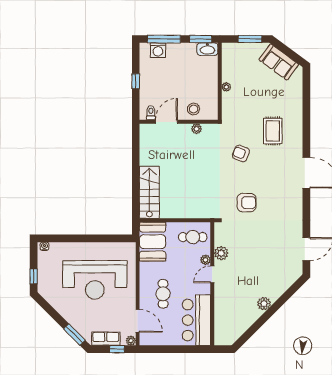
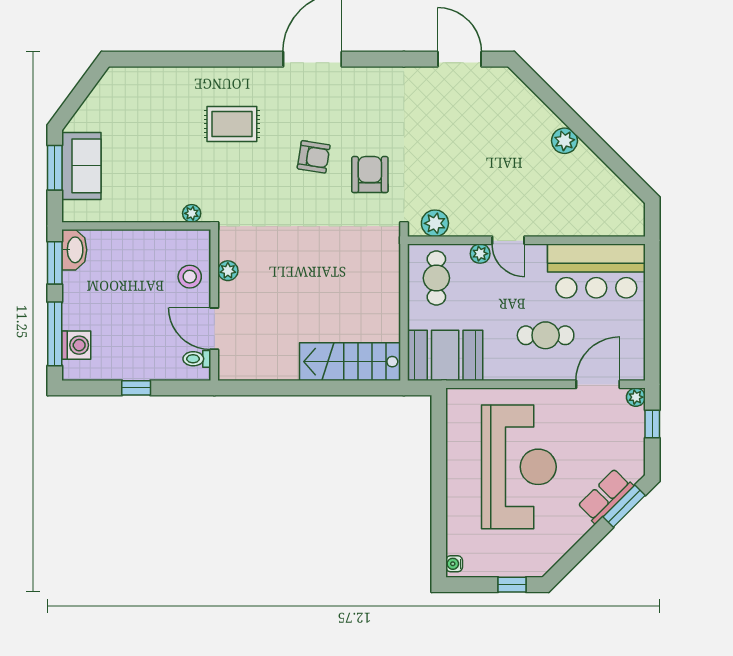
sofa: (279, 62) -> (81, 166), moved, turned -36
plant: (226, 87) -> (192, 213), moved
armchair: (241, 153) -> (314, 157), moved, turned -103
plant: (221, 253) -> (435, 223), moved
row of seats: (106, 339) -> (606, 496), moved, turned 45

